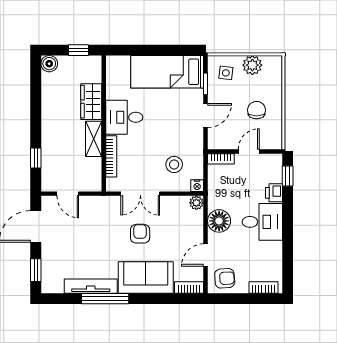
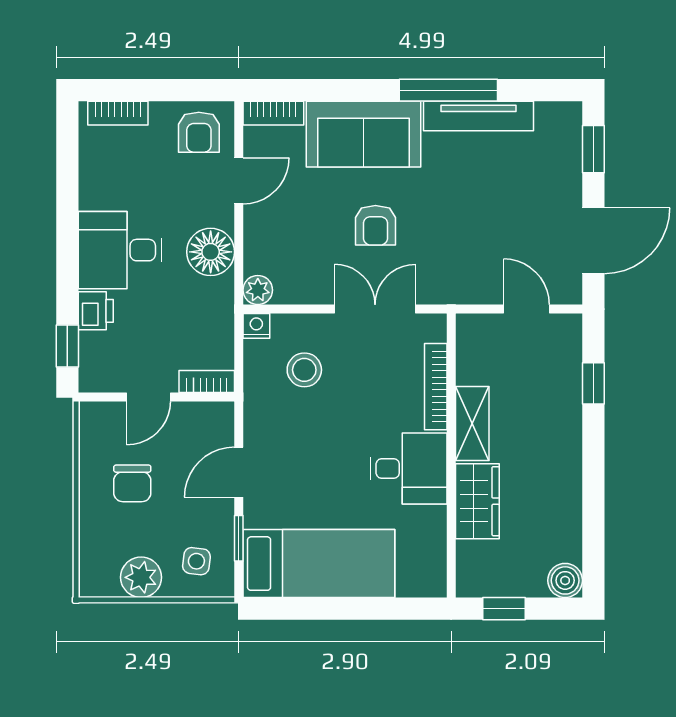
armchair: (225, 278) -> (199, 132), turned -86

